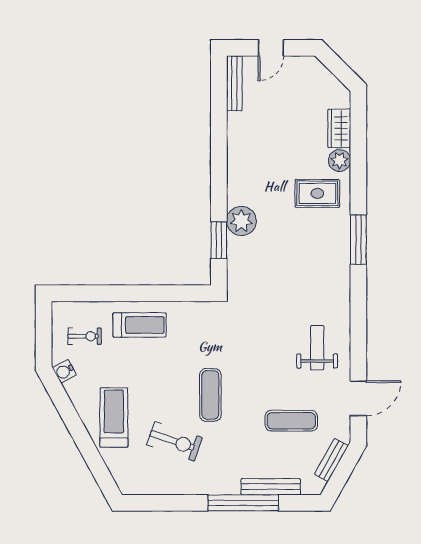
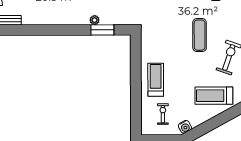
plant: (241, 221) -> (95, 20), width x0.53, depth x0.53
exercise mat: (210, 395) -> (200, 35), turned 90

